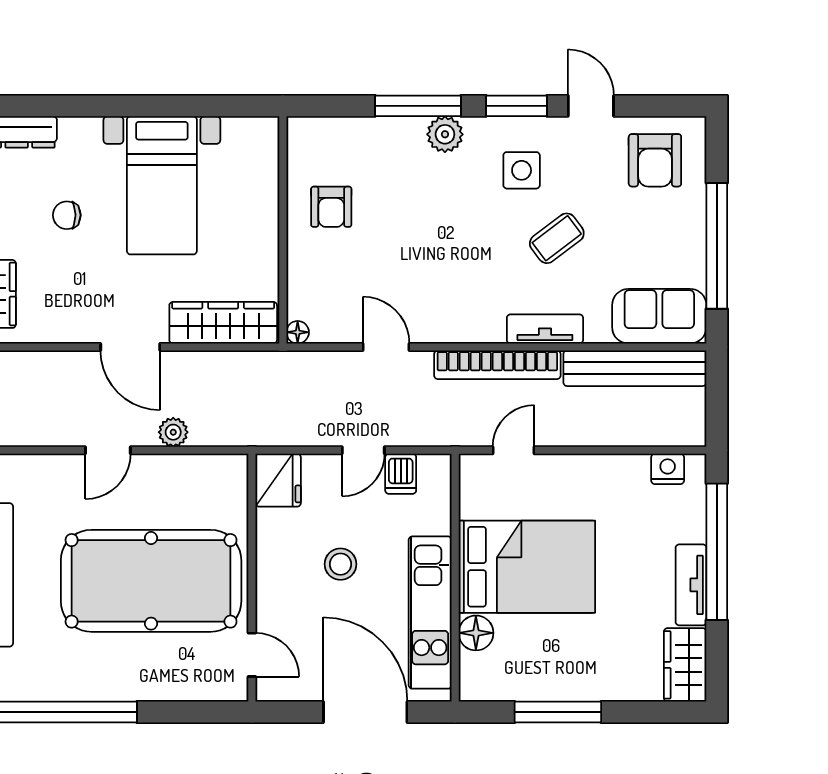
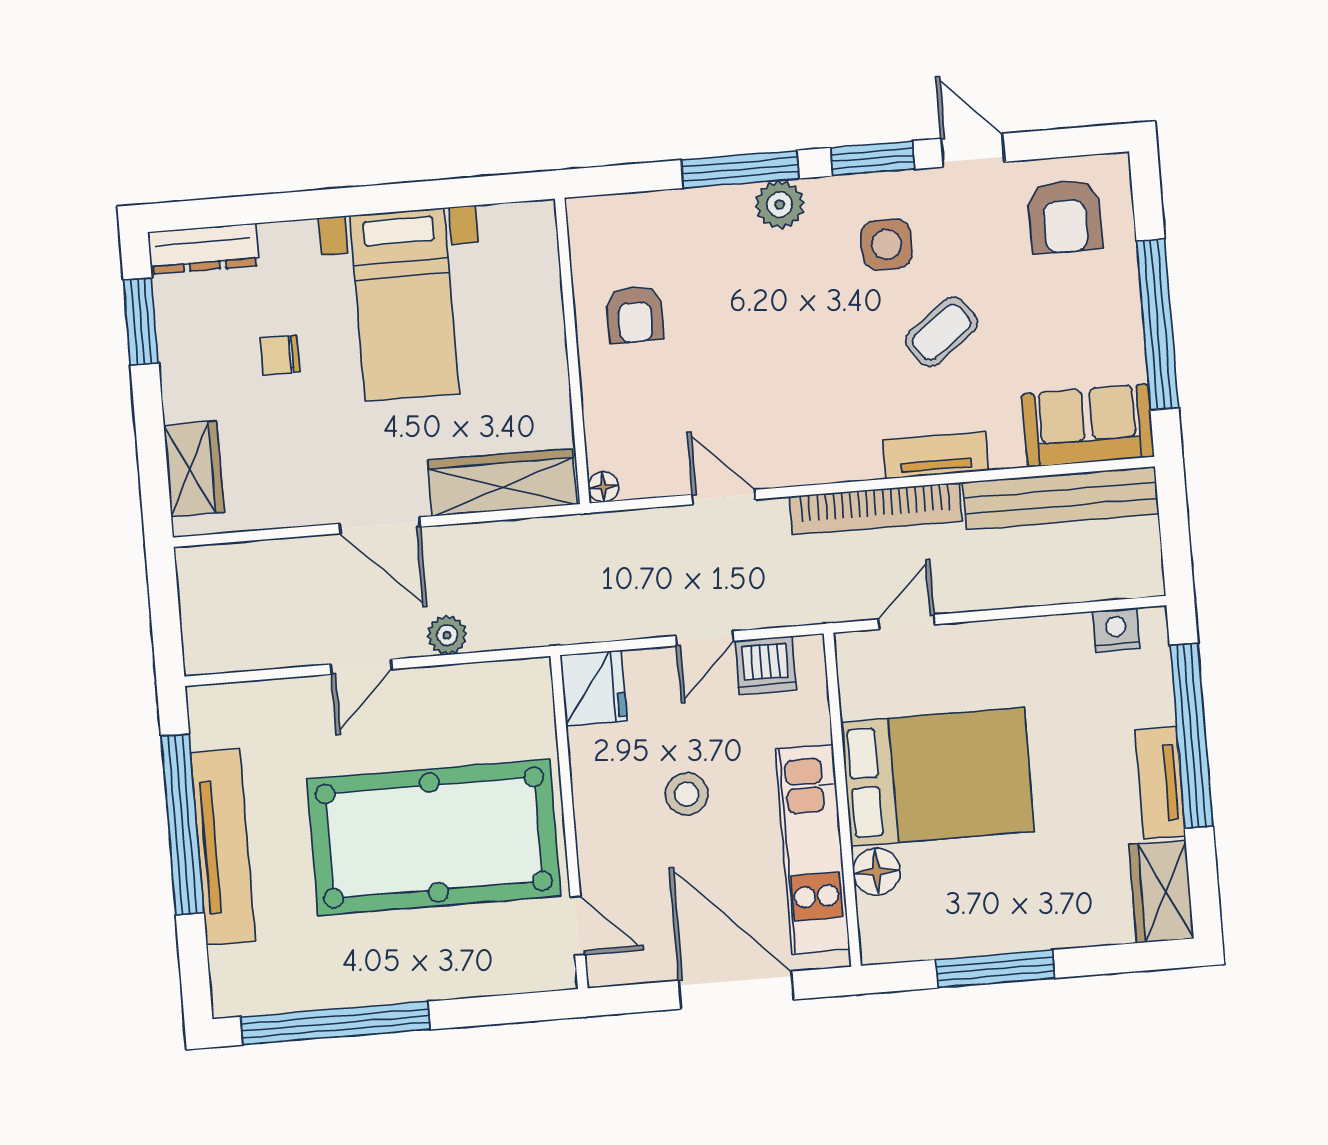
dishwasher: (401, 474) -> (766, 665), width x1.38

